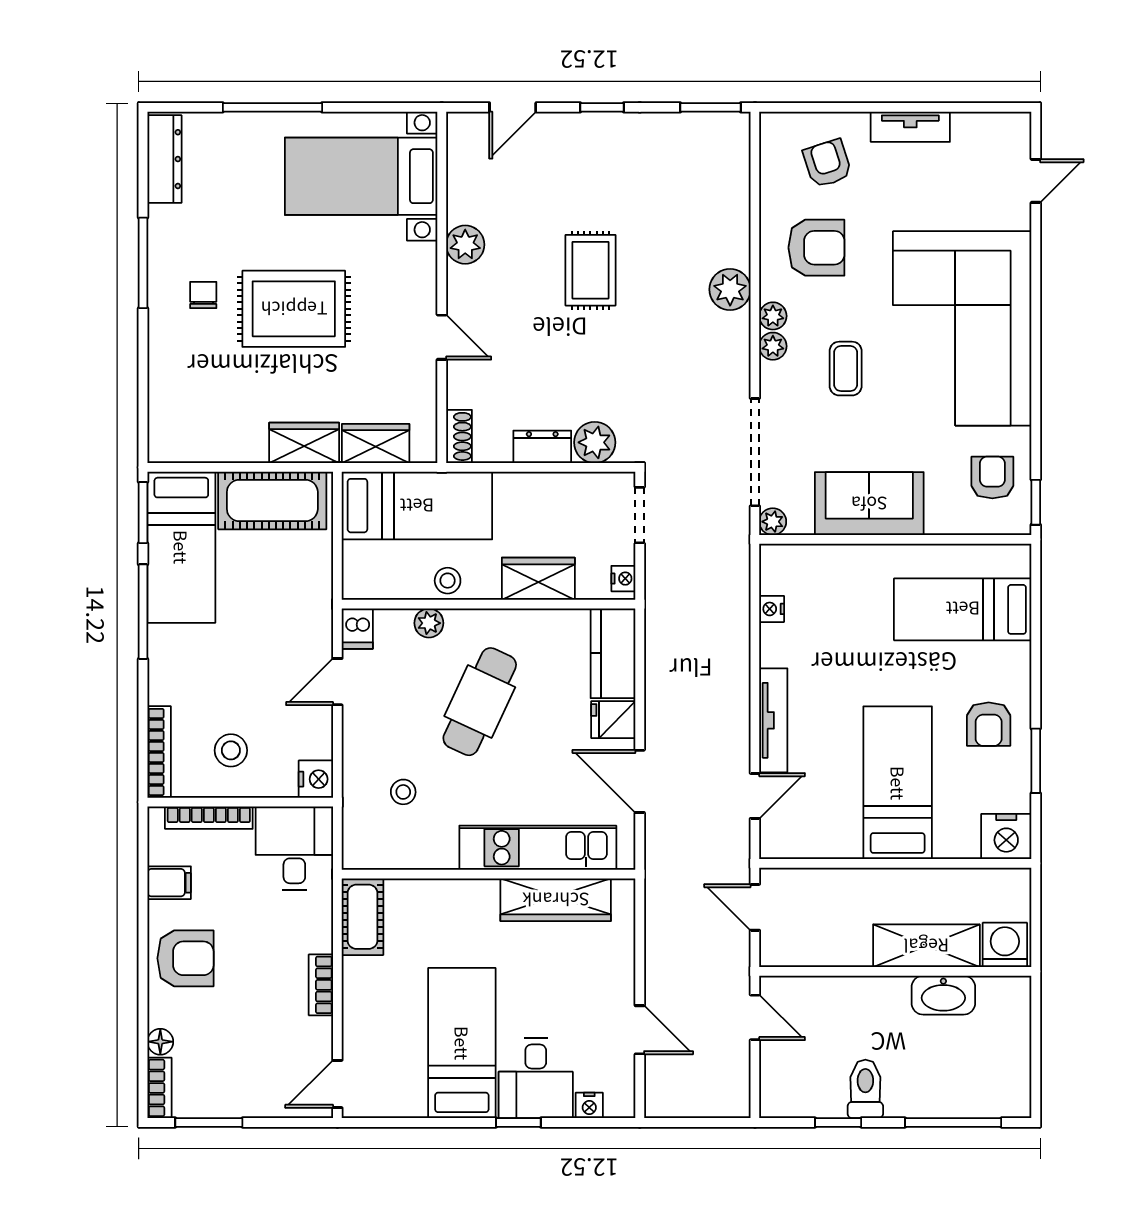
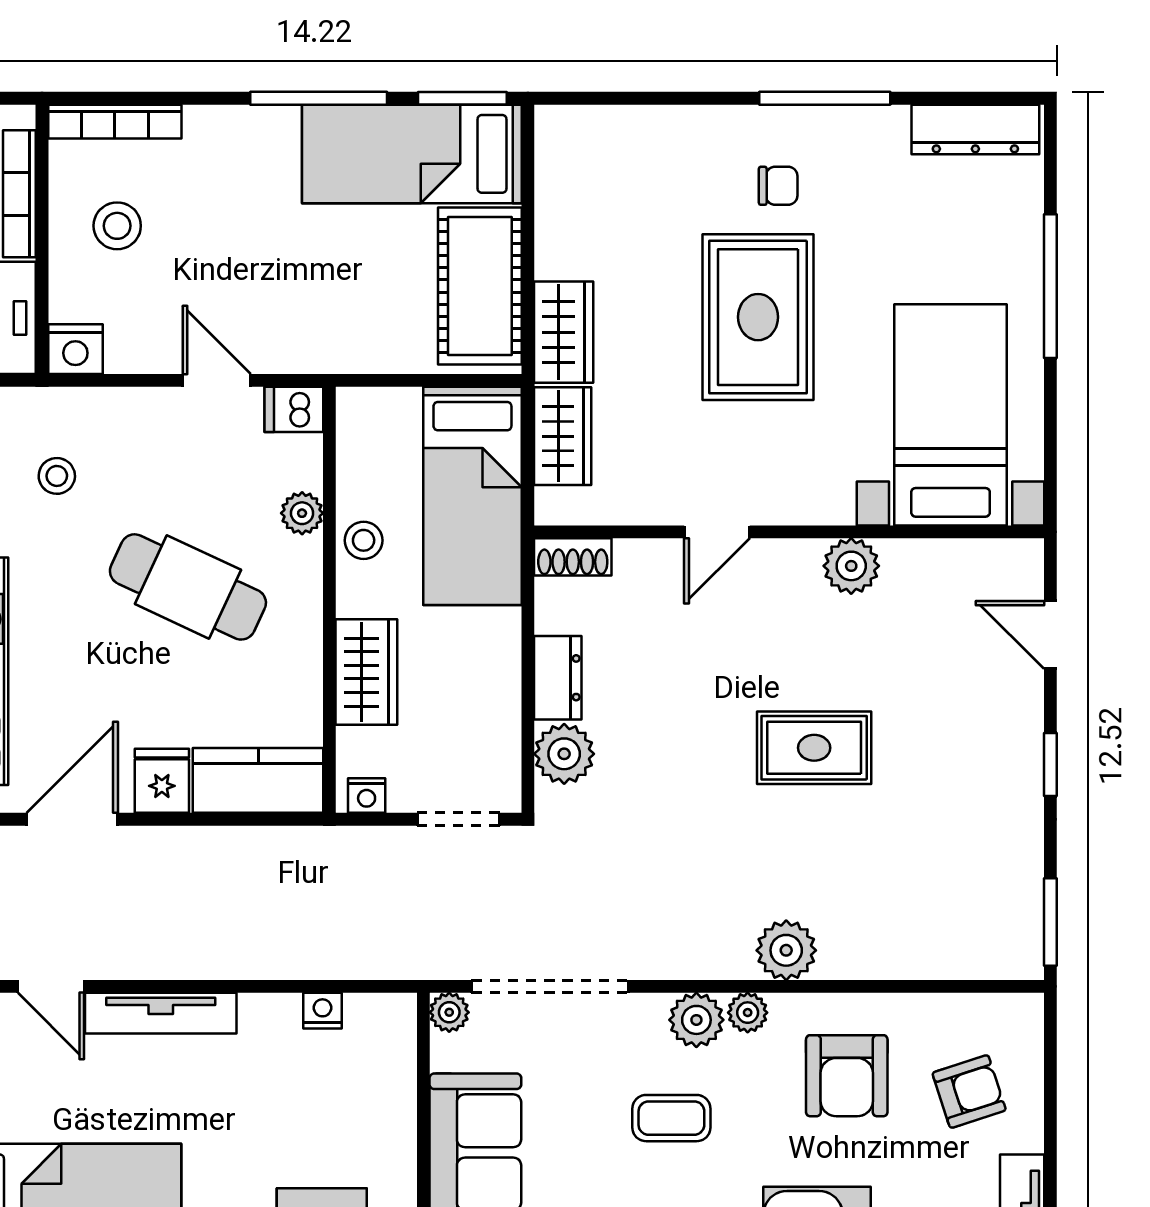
plant: (773, 346) -> (696, 1020), width x1.38, depth x1.38

